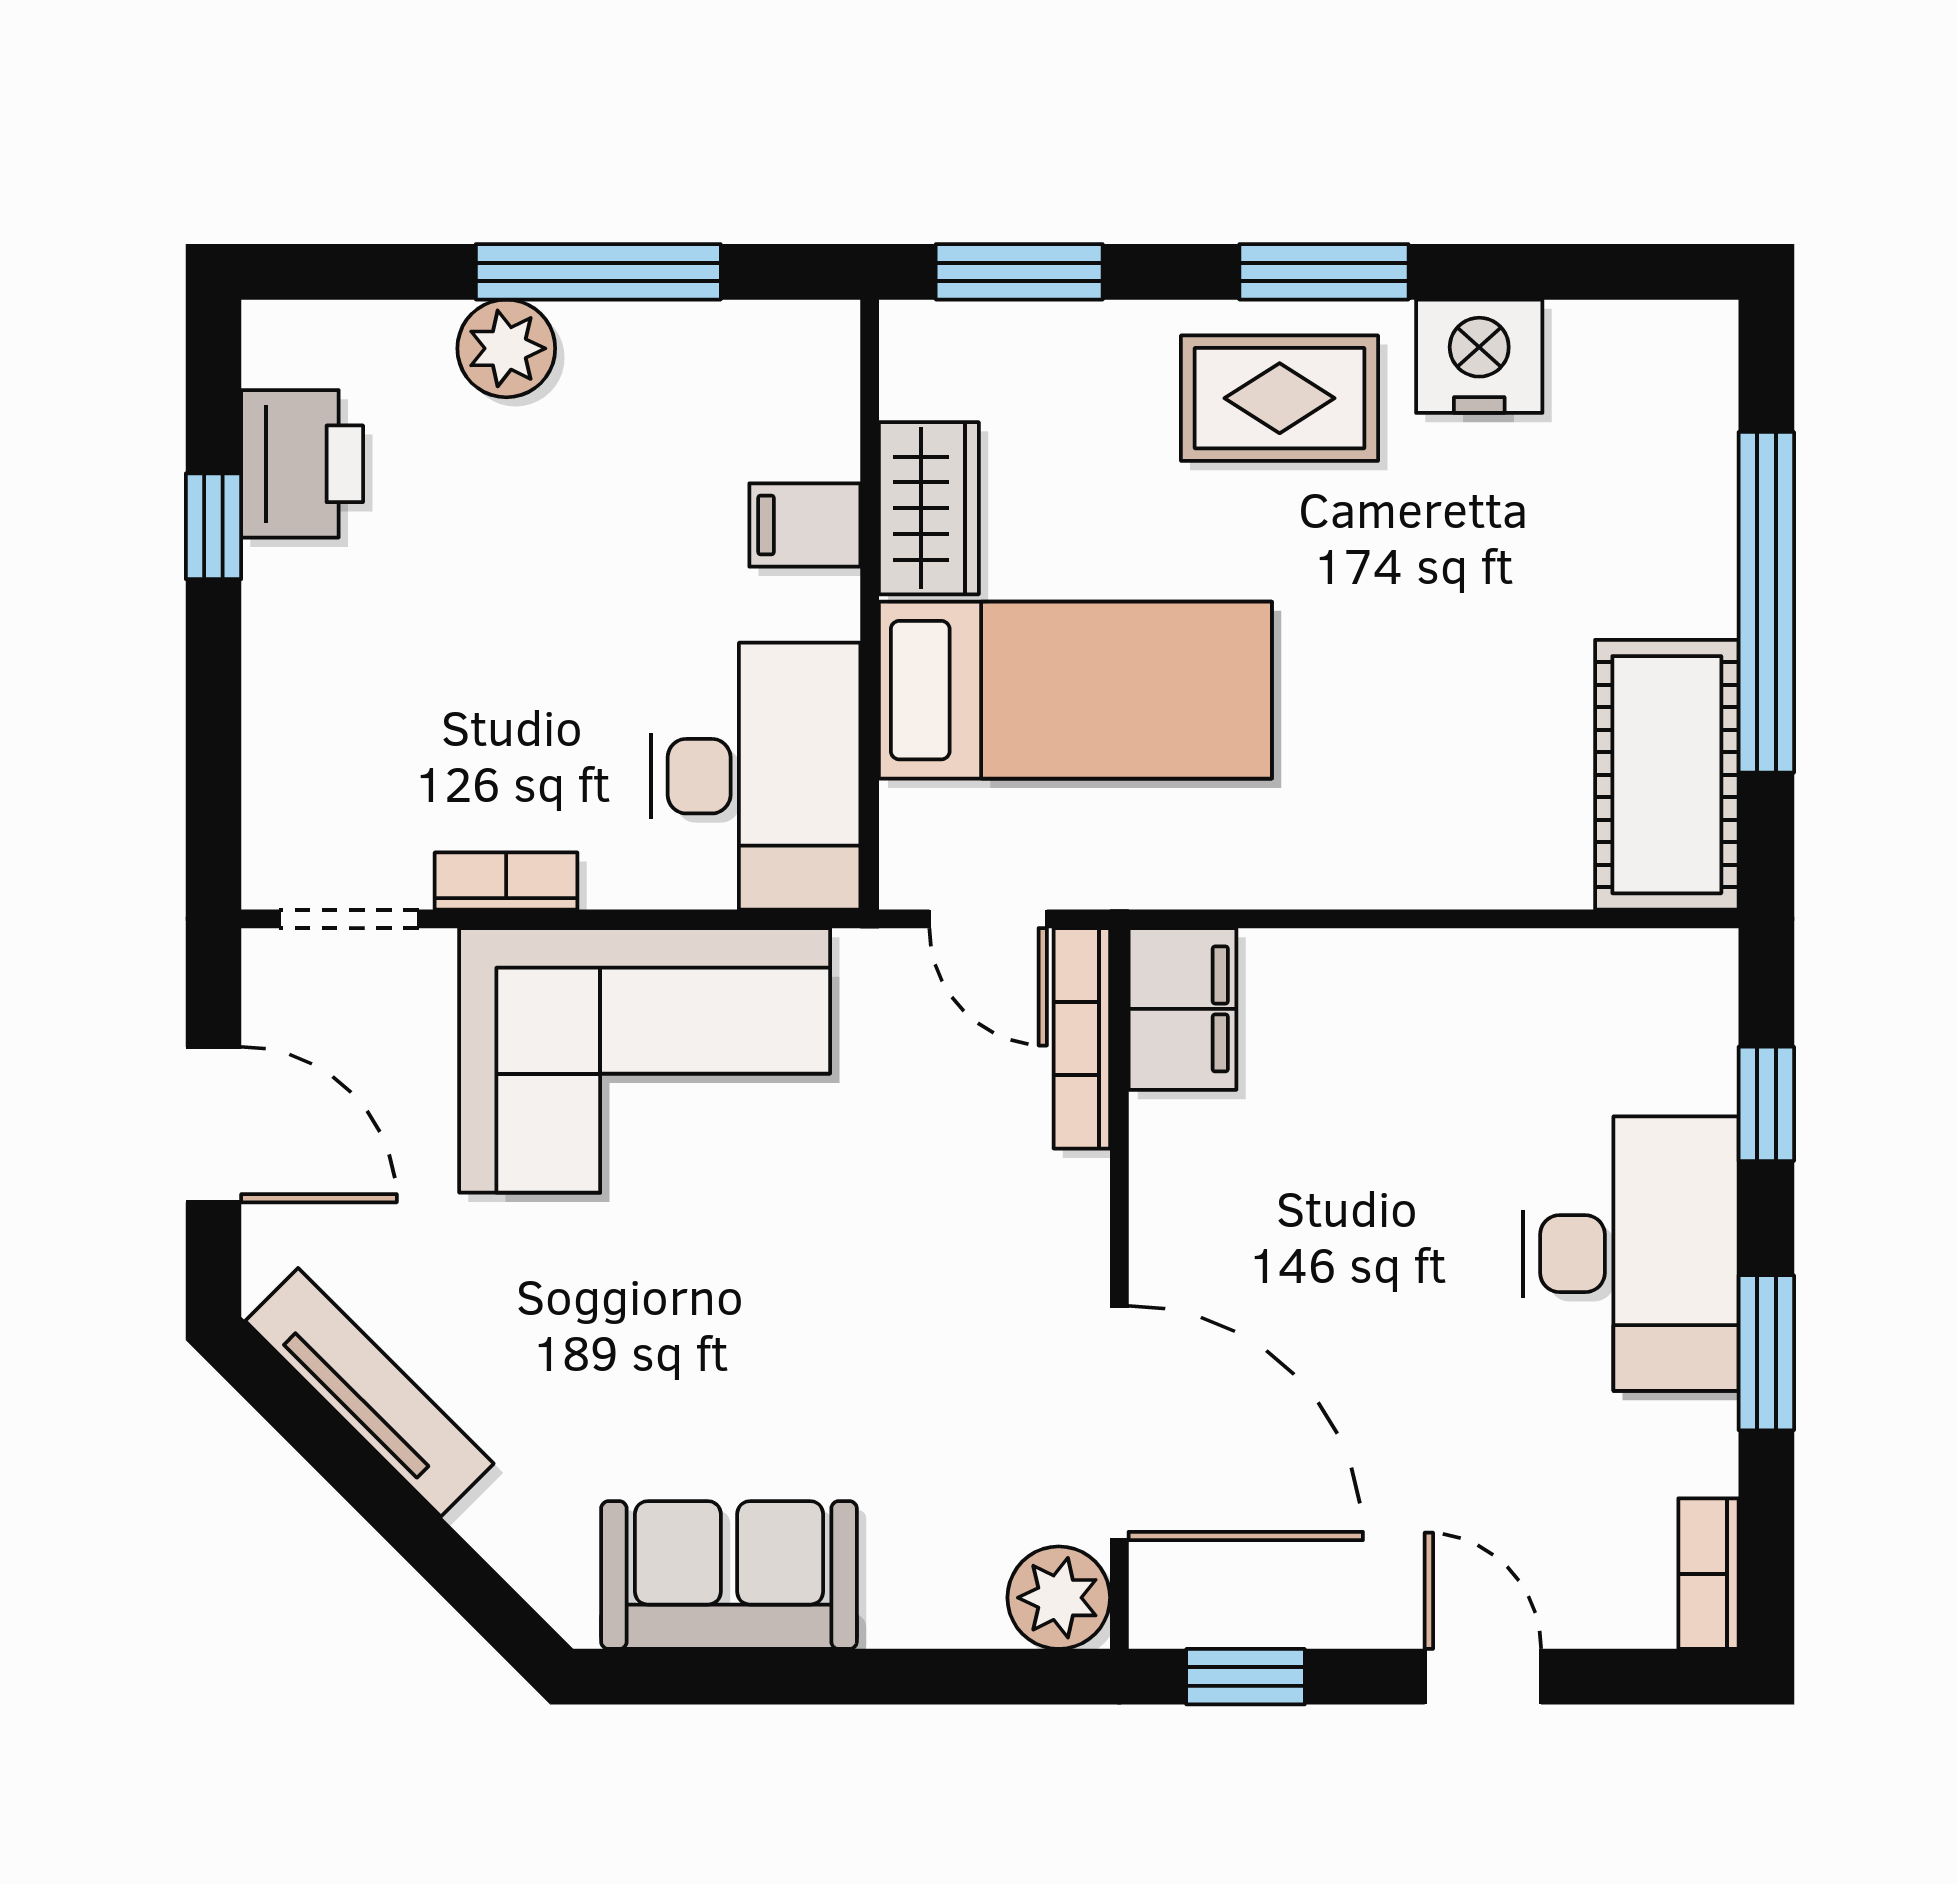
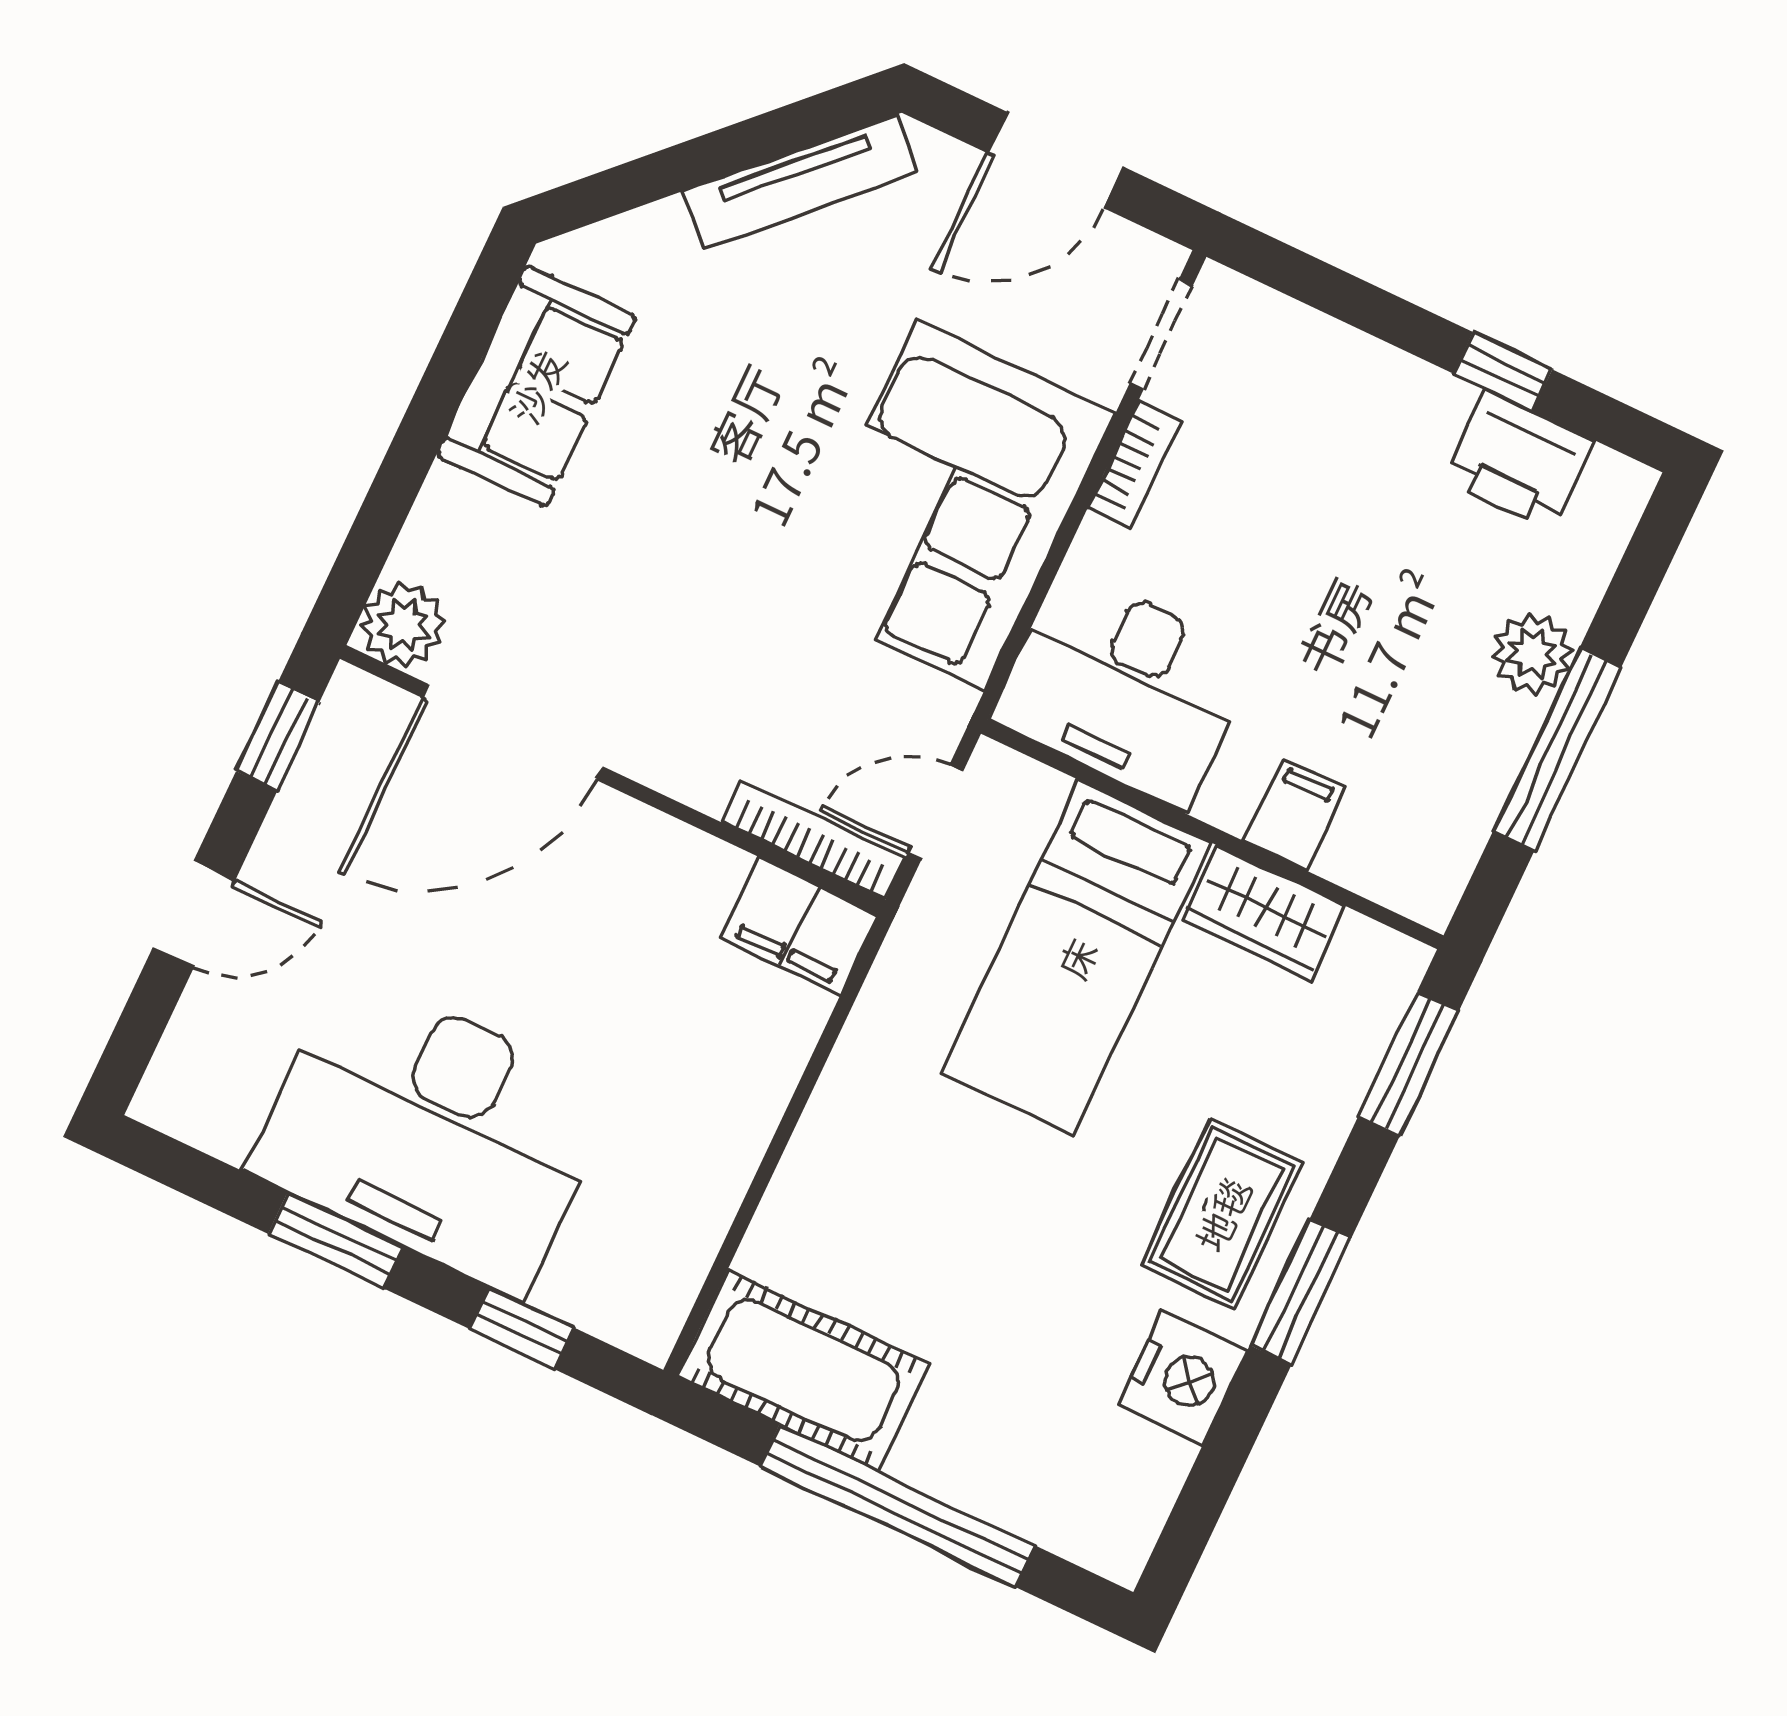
desk: (1631, 1254) -> (432, 1132), width x1.36, depth x1.30
bookcase: (1708, 1574) -> (191, 1119), removed

